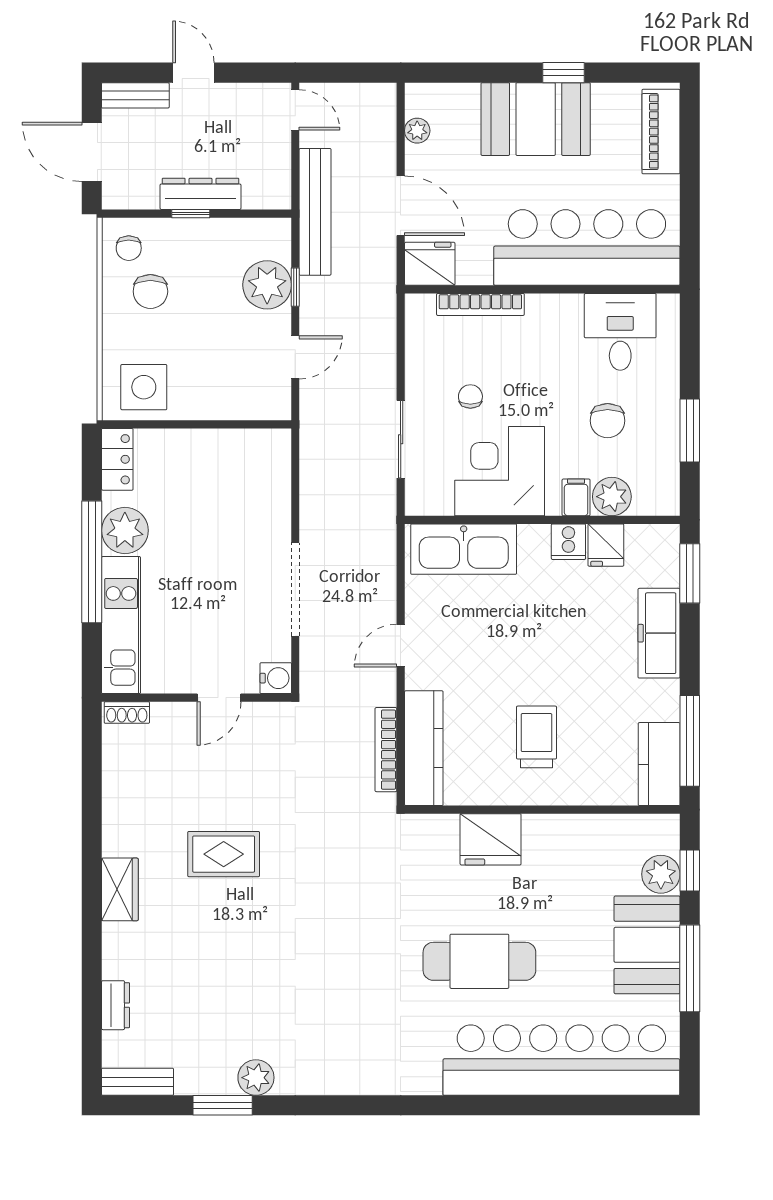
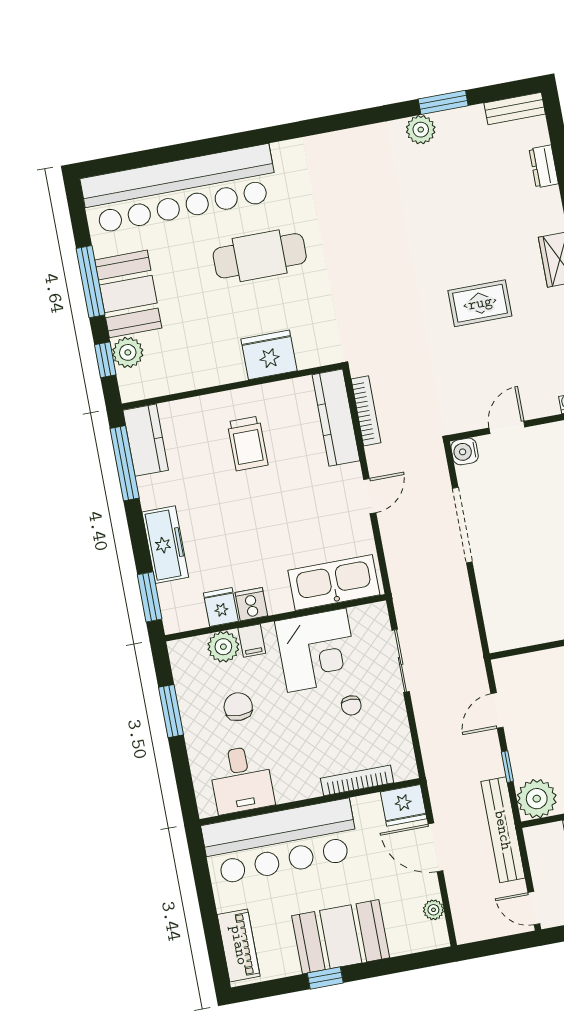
plant: (267, 285) -> (537, 799), moved

